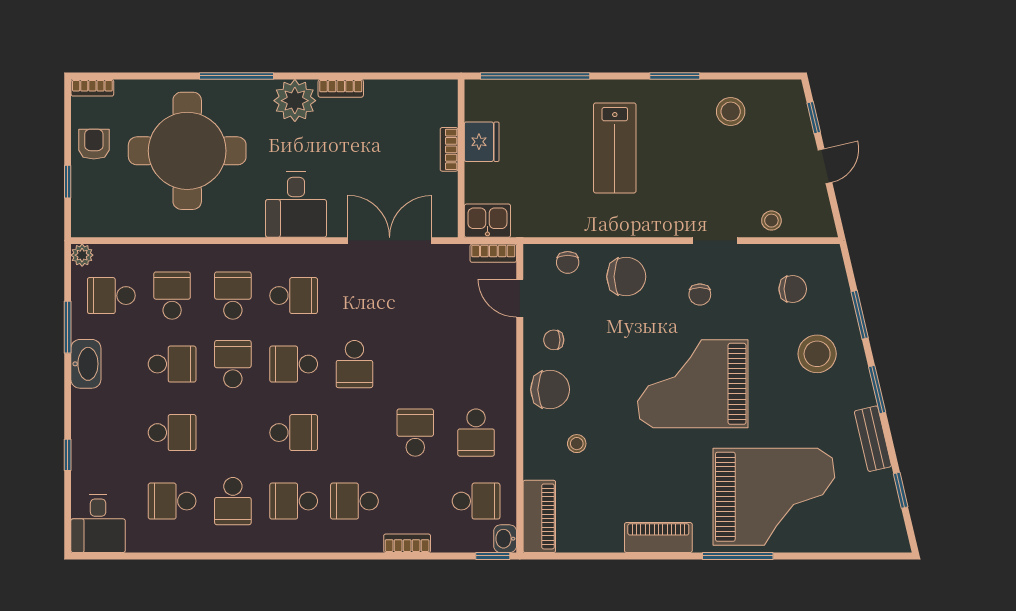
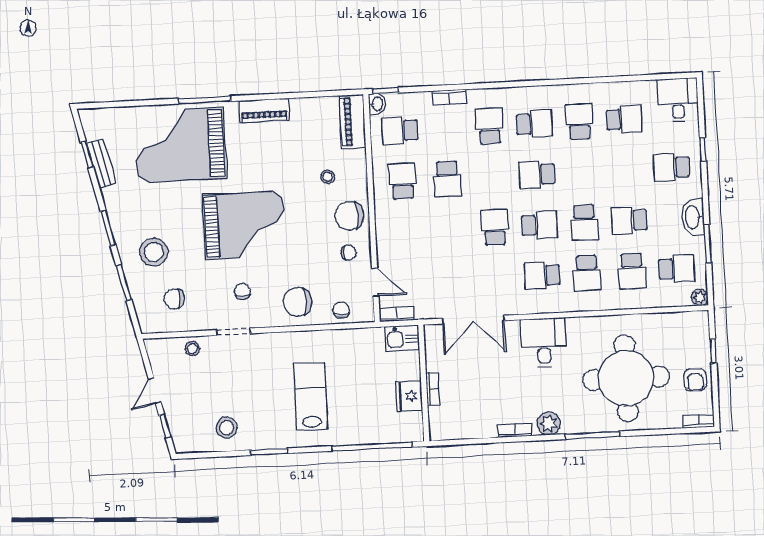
plant: (295, 101) -> (549, 424), width x0.73, depth x0.73
school desk: (172, 433) -> (672, 168), moved
bench: (873, 439) -> (101, 163), moved
school desk: (354, 501) -> (490, 126), turned -90

